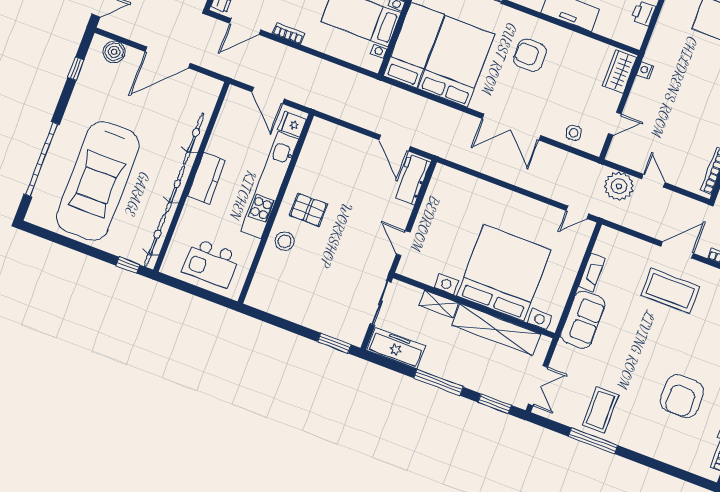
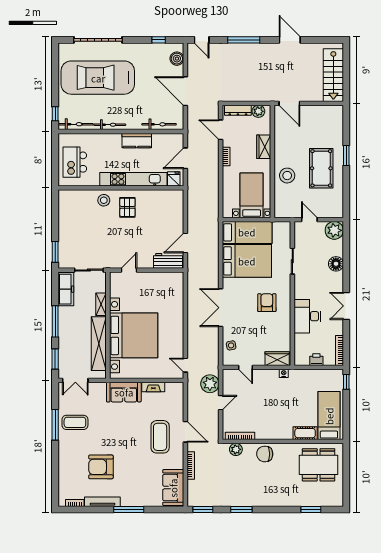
bicycle: (194, 139) -> (159, 124), moved
kitchen counter: (206, 178) -> (137, 141), moved

